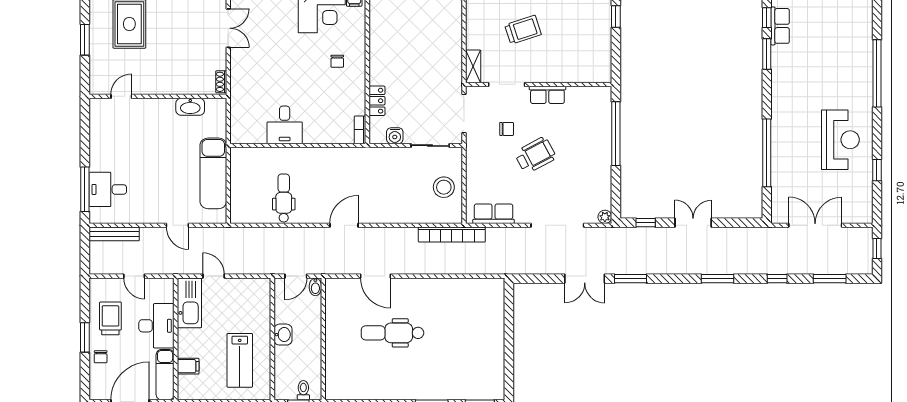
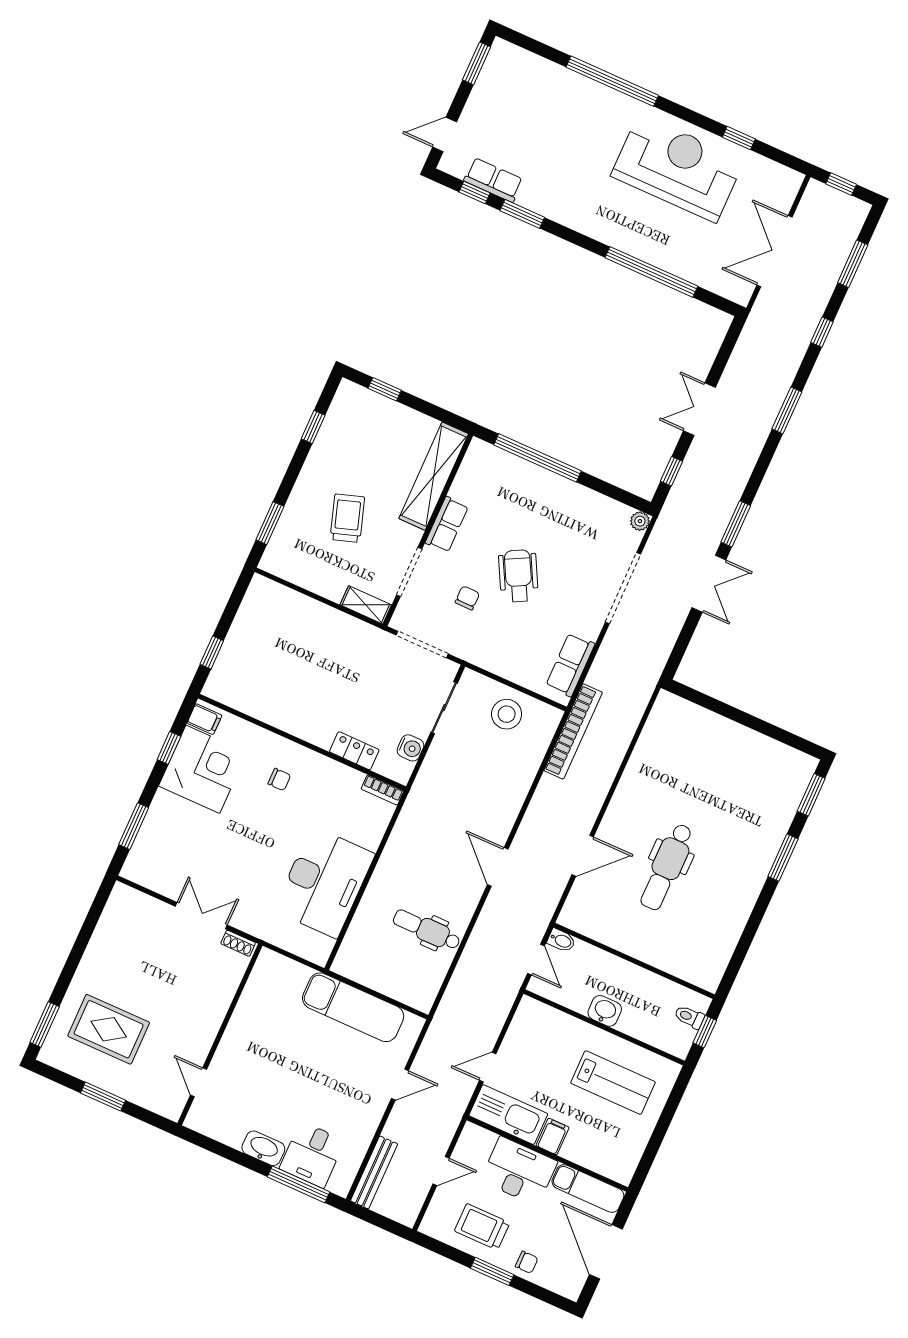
double door: (228, 28) -> (201, 916), moved
shelving: (574, 73) -> (434, 476), added
washbasin: (190, 107) -> (263, 1148), moved, turned -90
desk: (285, 125) -> (324, 882), width x1.87, depth x1.30
reception desk: (840, 140) -> (677, 168), width x1.36, depth x1.30
filing cabinet: (188, 366) -> (553, 1137), moved

